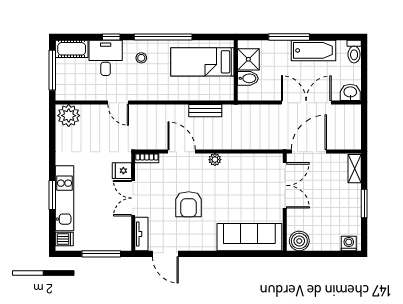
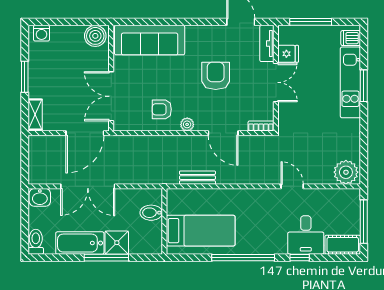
stool: (141, 58) -> (267, 235), removed
shower: (248, 59) -> (117, 243), moved
fridge: (122, 171) -> (288, 54), moved
armchair: (238, 173) -> (162, 109), added

